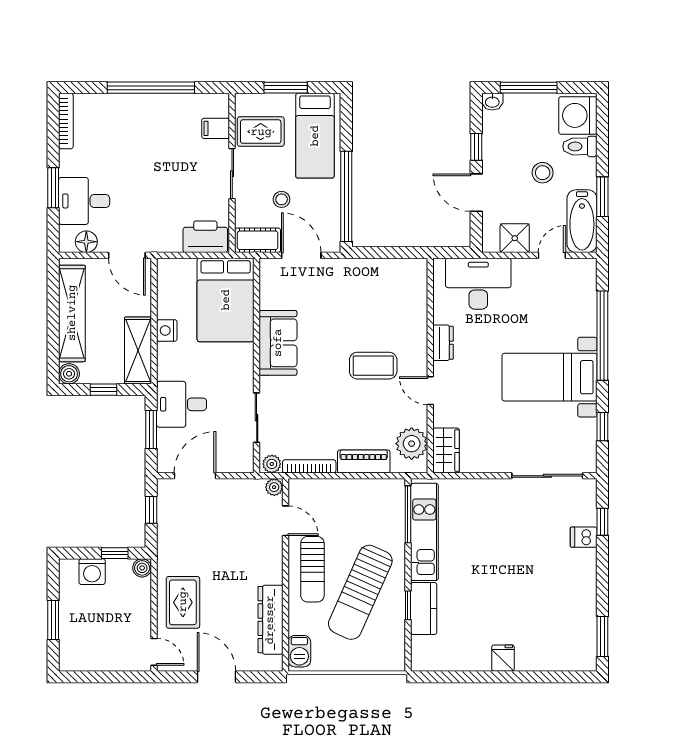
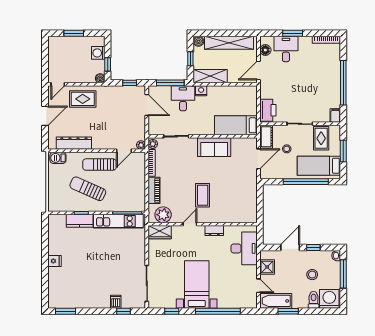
filing cabinet: (216, 128) -> (335, 115), moved
stool: (543, 173) -> (312, 275), moved
window: (346, 196) -> (306, 182), moved
bed: (226, 300) -> (236, 125), width x0.67
nightstand: (167, 330) -> (201, 91), moved
window: (151, 429) -> (170, 83), width x1.44
sun lounger: (360, 592) -> (88, 189), width x0.73, depth x0.75

